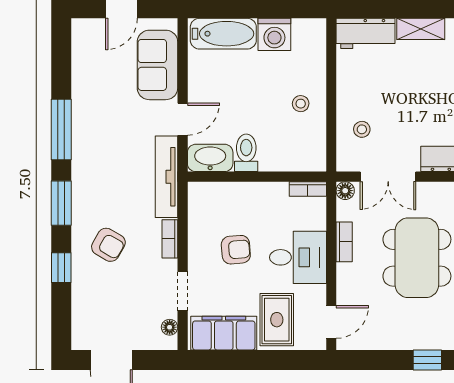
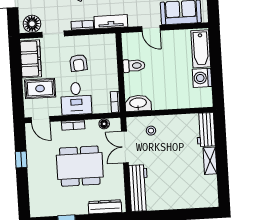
stool: (301, 104) -> (164, 95), removed
washbasin: (210, 158) -> (138, 103), moved, turned -90
tv unit: (167, 177) -> (111, 22), width x0.71
floor lamp: (345, 191) -> (104, 124), moved
bookcase: (344, 242) -> (73, 125), moved
floor lamp: (170, 327) -> (32, 24), width x1.89, depth x1.89
window: (427, 360) -> (21, 160), moved

